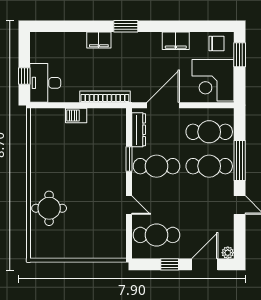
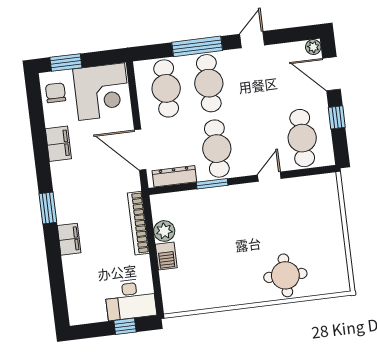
plant: (96, 116) -> (164, 231), added

